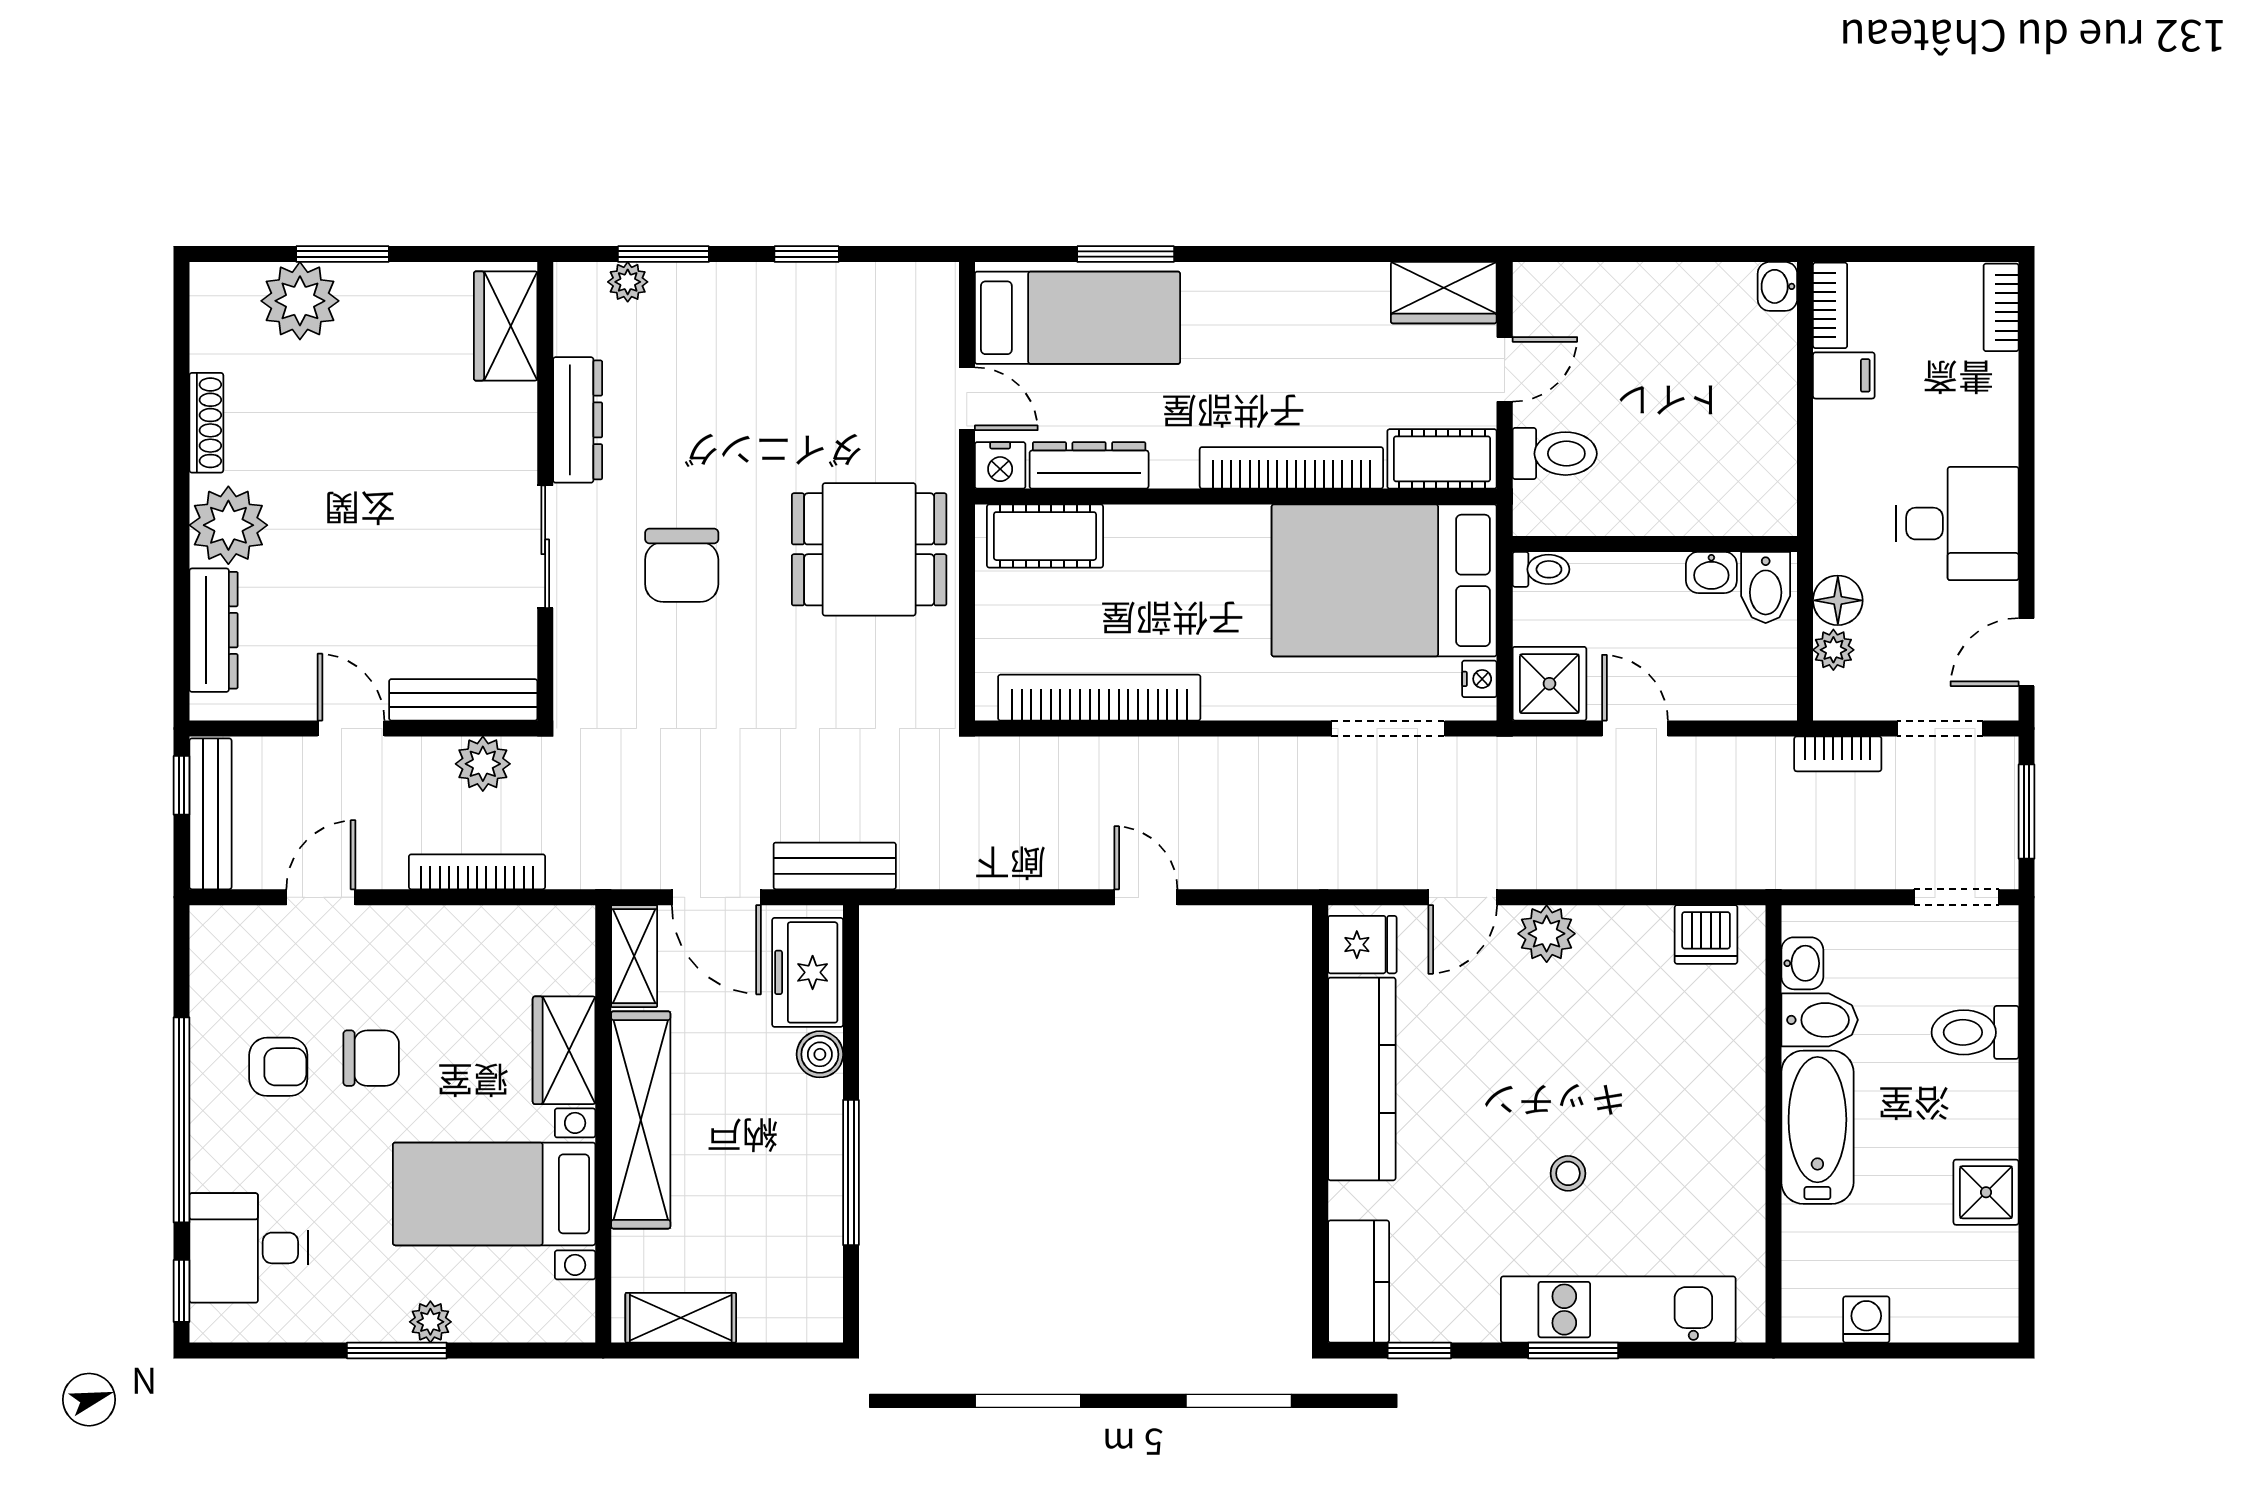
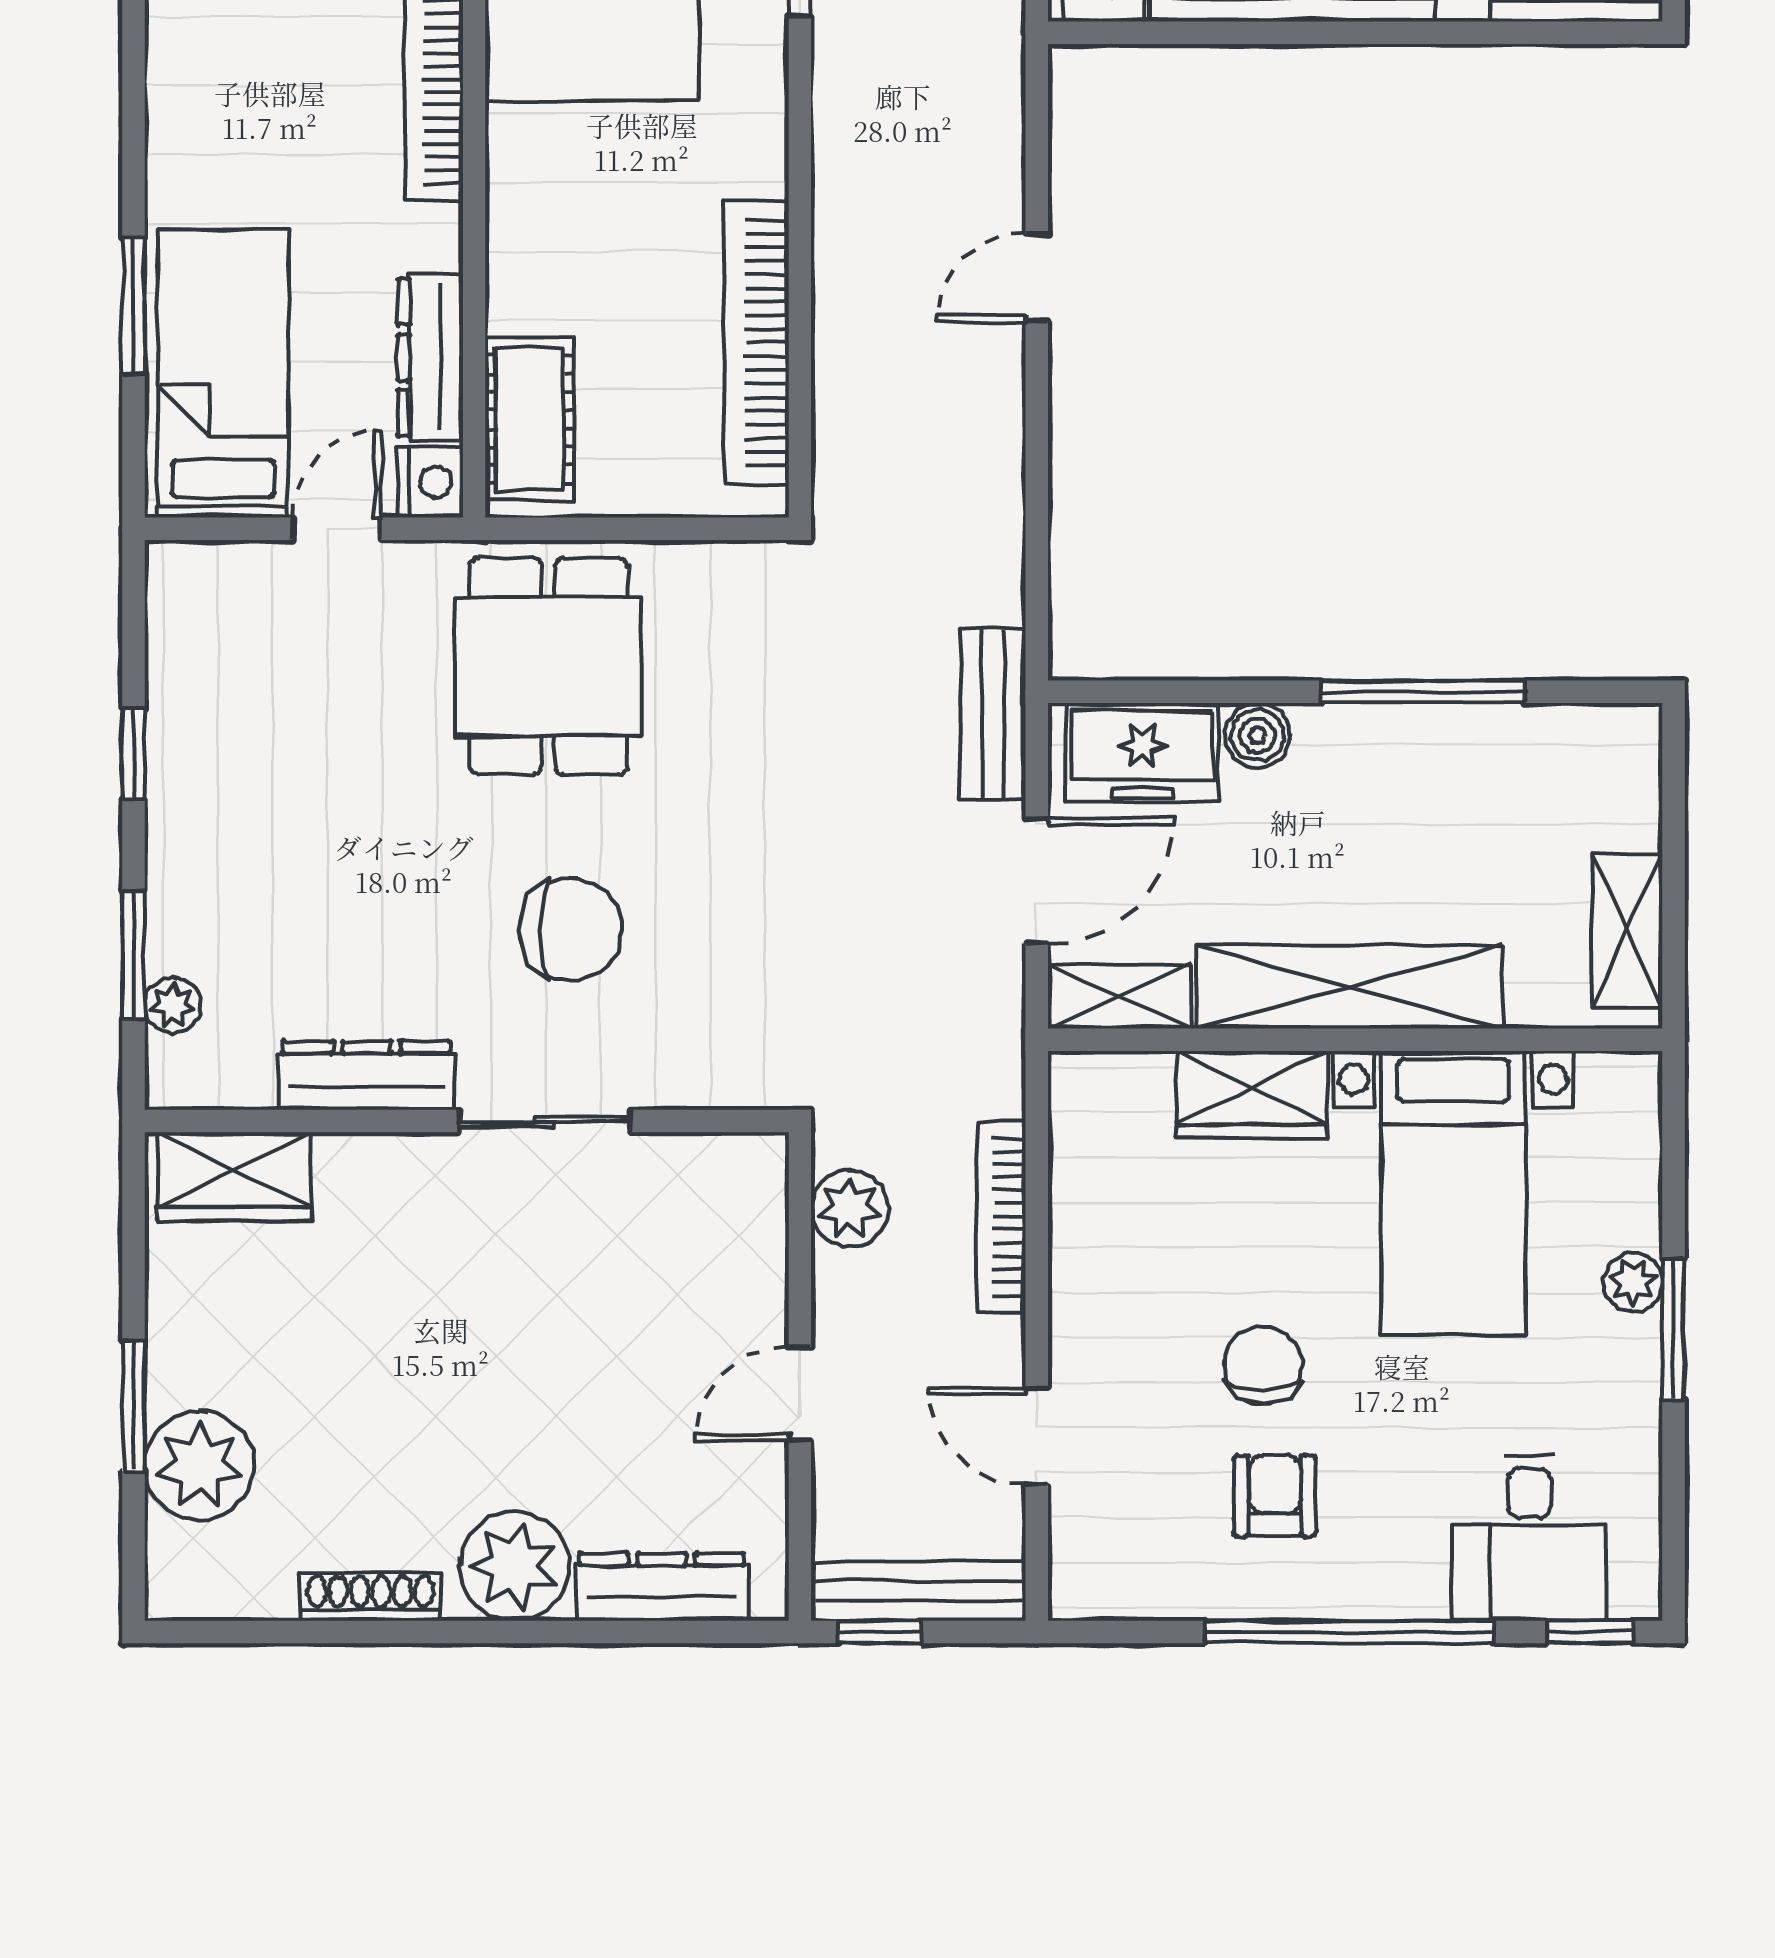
bench: (463, 700) -> (760, 1236), removed

